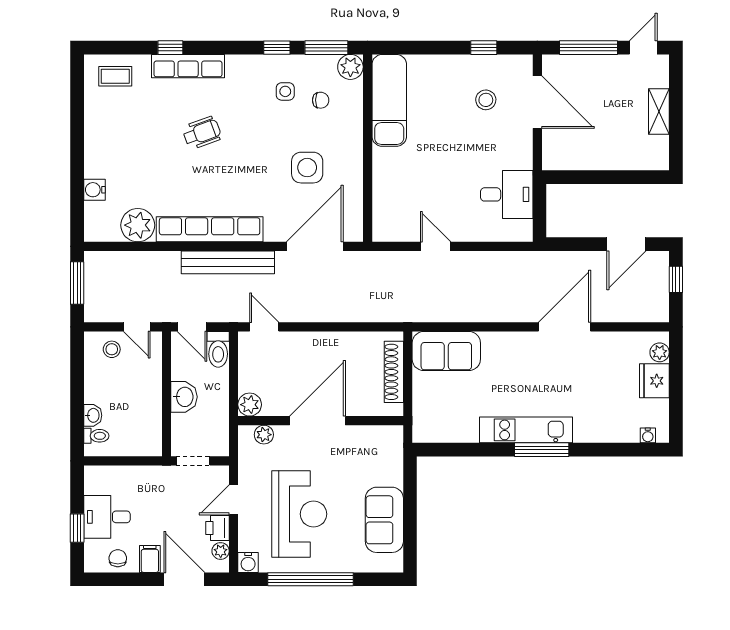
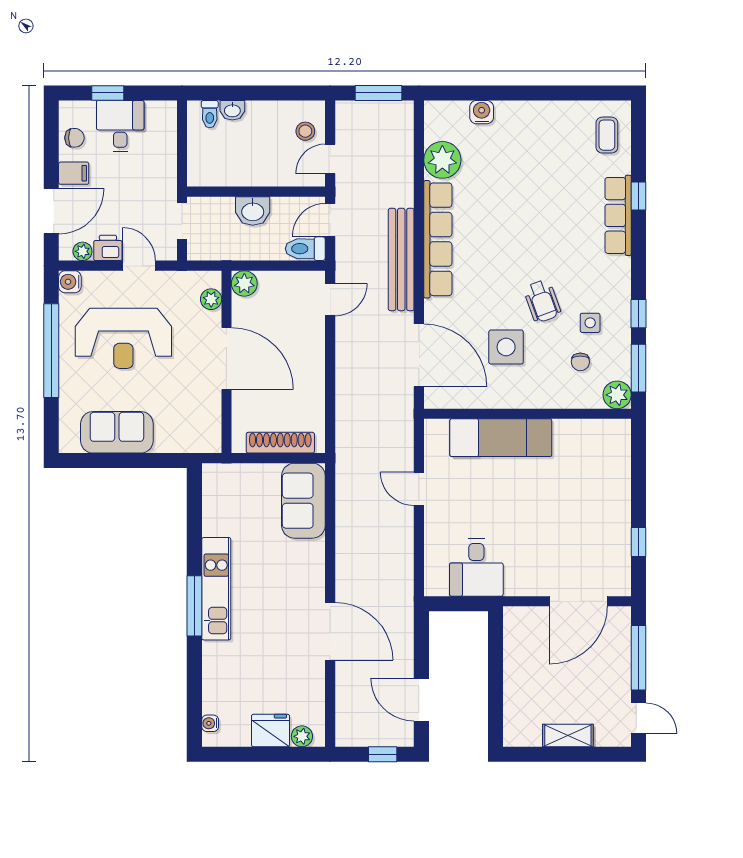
exam couch: (389, 100) -> (501, 438), moved
stool: (486, 100) -> (581, 544), removed
wheelchair: (202, 133) -> (542, 301), moved
door: (436, 246) -> (419, 489), swing flipped

